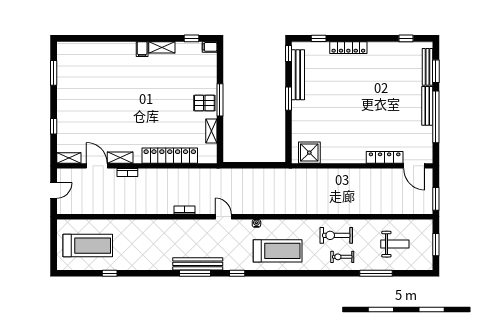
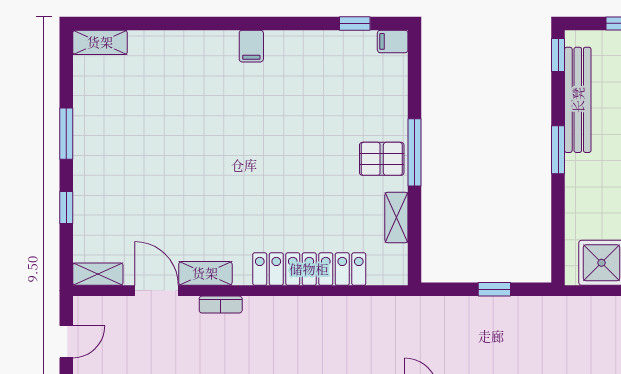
shelving: (162, 47) -> (100, 42), moved
window: (54, 73) -> (66, 134), moved
window: (258, 165) -> (494, 289), added

